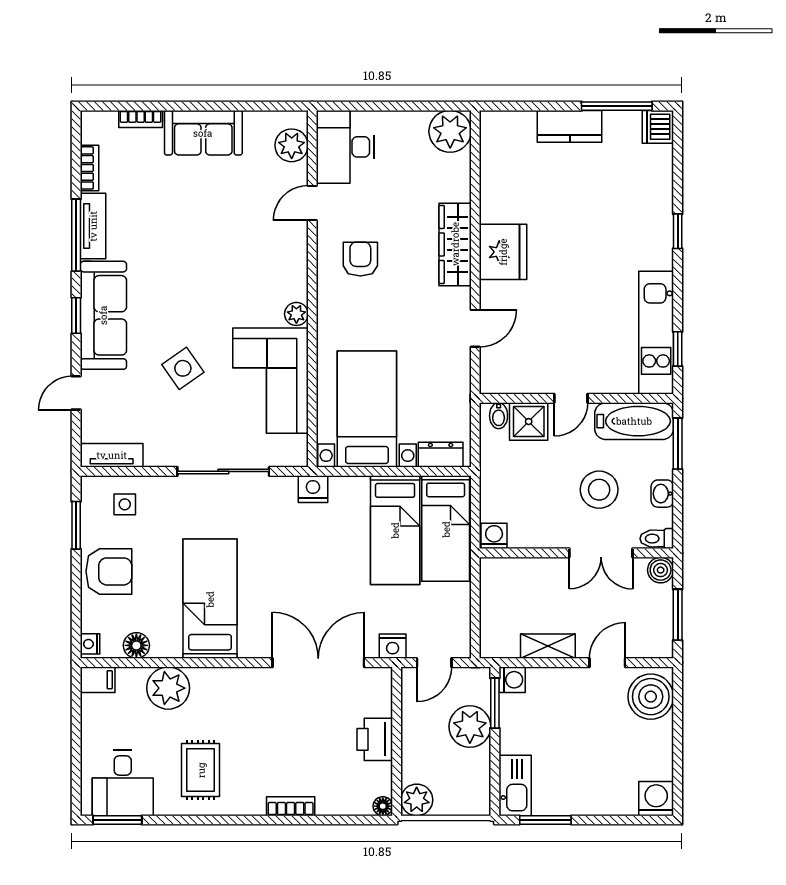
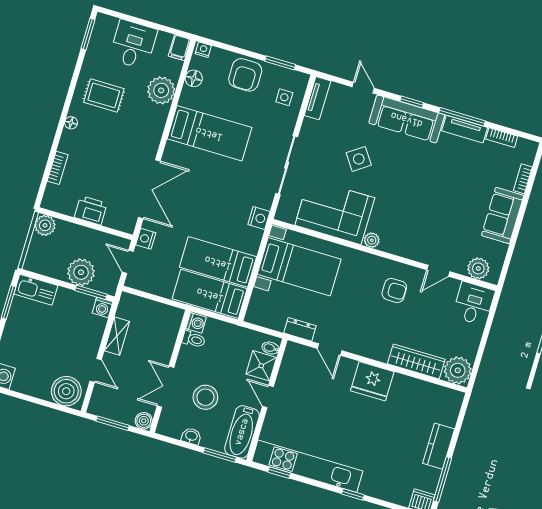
desk: (345, 147) -> (474, 304), width x0.73
door: (312, 203) -> (438, 271), swing flipped
wardrobe: (455, 244) -> (416, 362), moved
kitchen unit: (656, 333) -> (307, 466), width x1.36
dresser: (441, 455) -> (300, 329), moved, turned -90
toilet: (657, 539) -> (194, 339), moved, turned 90
desk: (123, 783) -> (133, 45), moved, turned 90
bookcase: (291, 806) -> (58, 168), moved
floor lamp: (383, 806) -> (71, 123), moved

